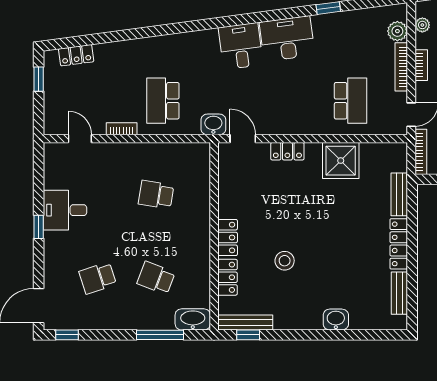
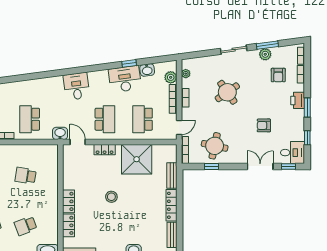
washbasin: (358, 19) -> (147, 70), added
desk: (287, 39) -> (125, 79), moved
school desk: (288, 101) -> (105, 119), added
school desk: (351, 101) -> (143, 119), turned 180
shower: (341, 161) -> (137, 159), width x1.37, depth x1.37
stool: (285, 261) -> (111, 197), moved
school desk: (156, 278) -> (26, 226), turned -42

